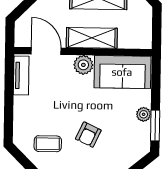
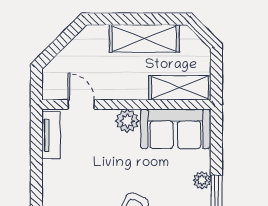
shelving: (92, 38) -> (180, 88), moved
door: (46, 51) -> (81, 105), width x0.73

